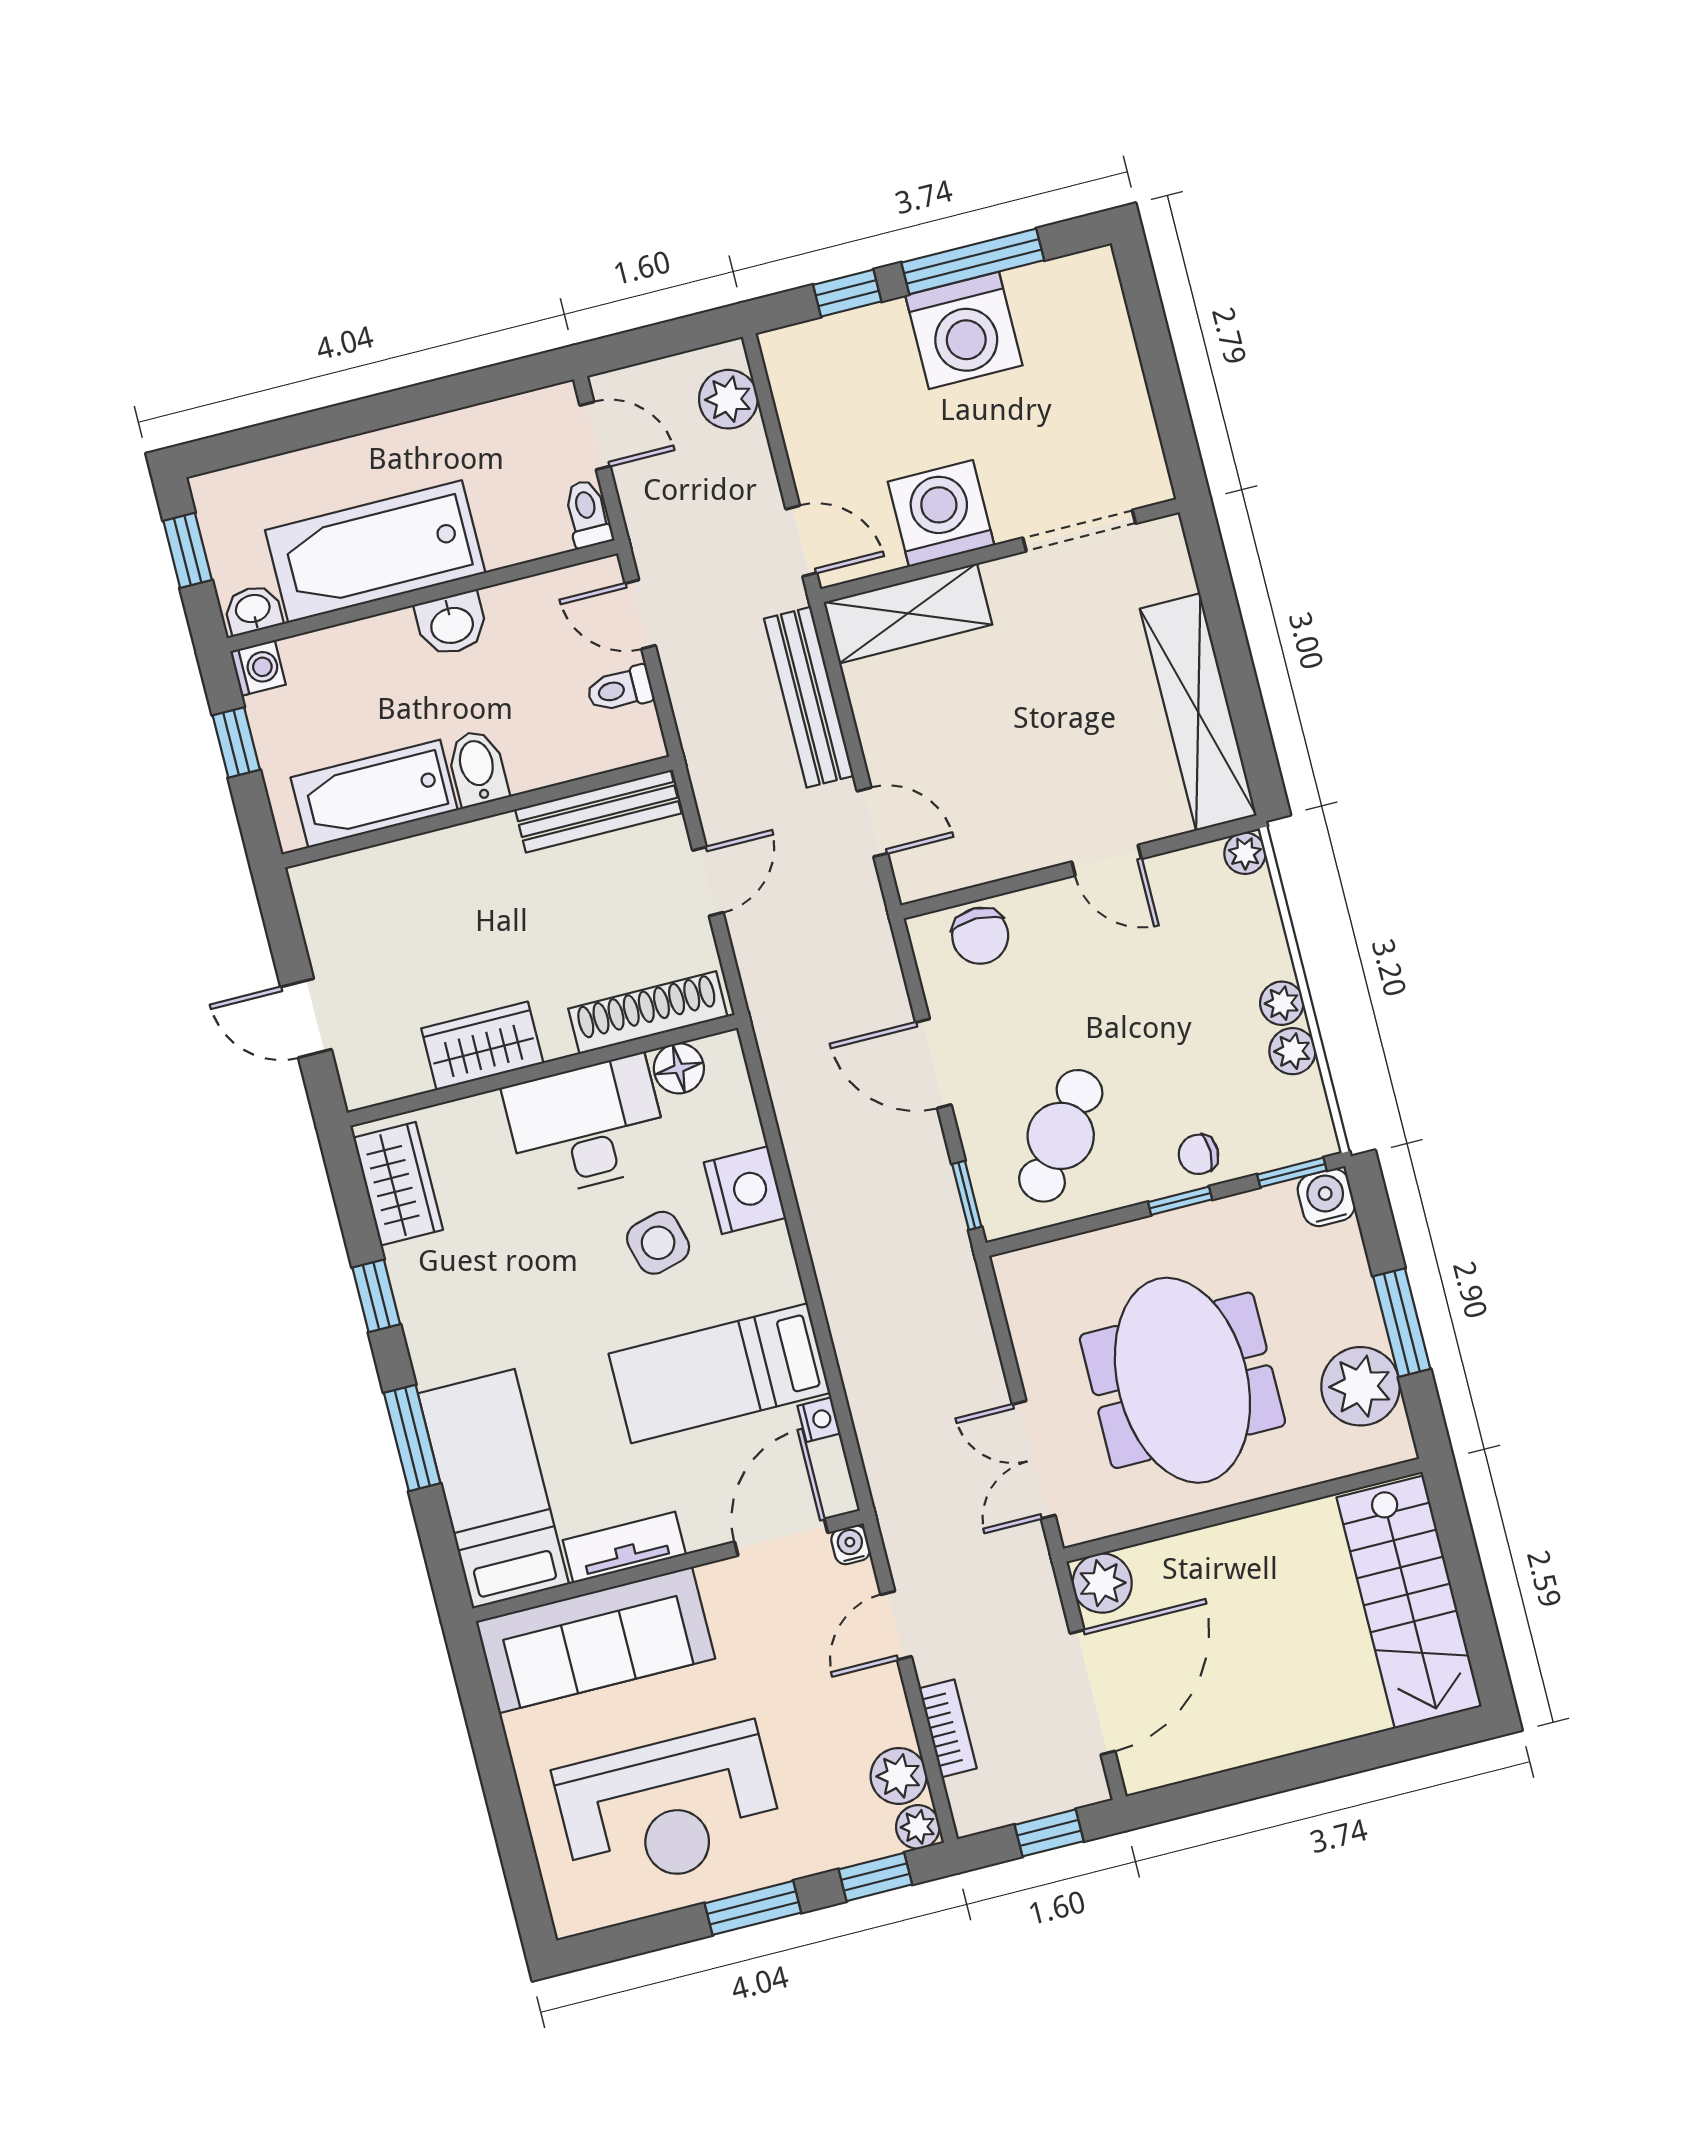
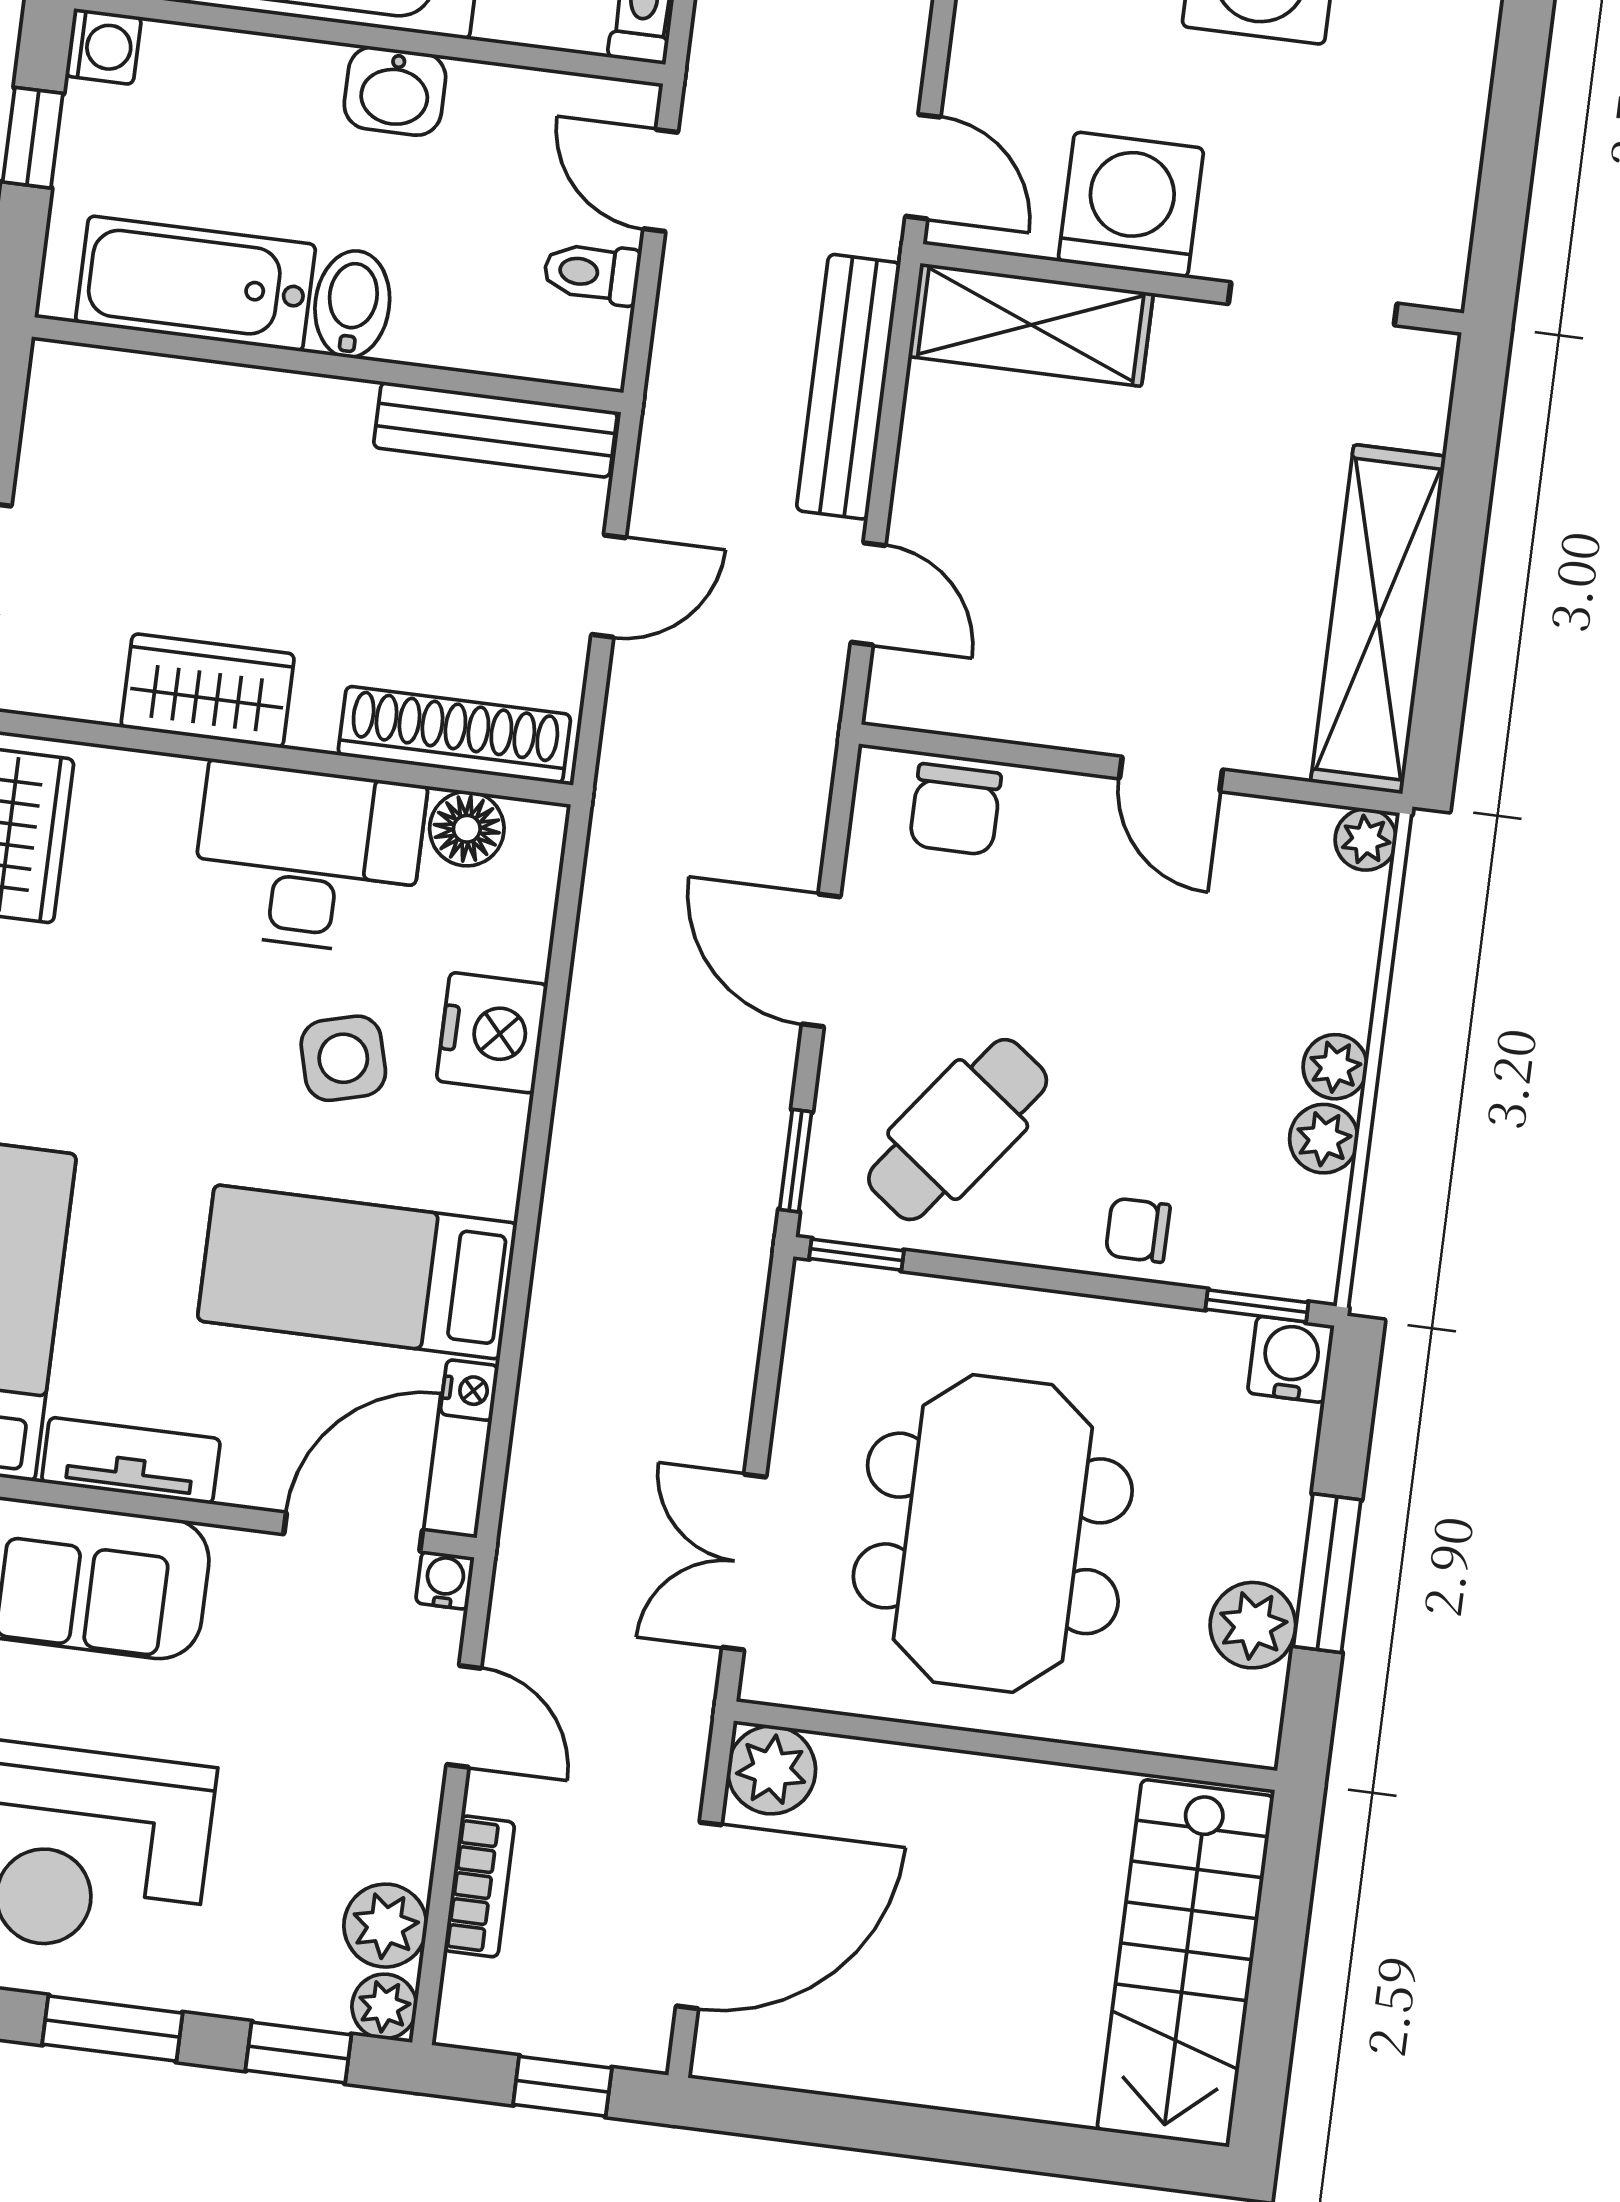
window: (1180, 1201) -> (856, 1255), moved
plant: (1361, 1386) -> (1253, 1625), width x0.73, depth x0.73
door: (896, 1626) -> (464, 1716), swing flipped

